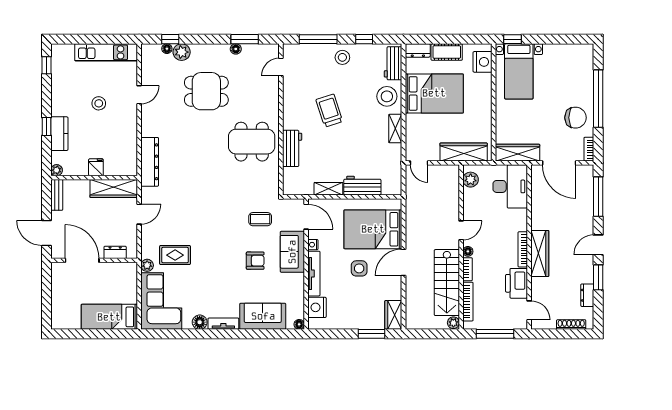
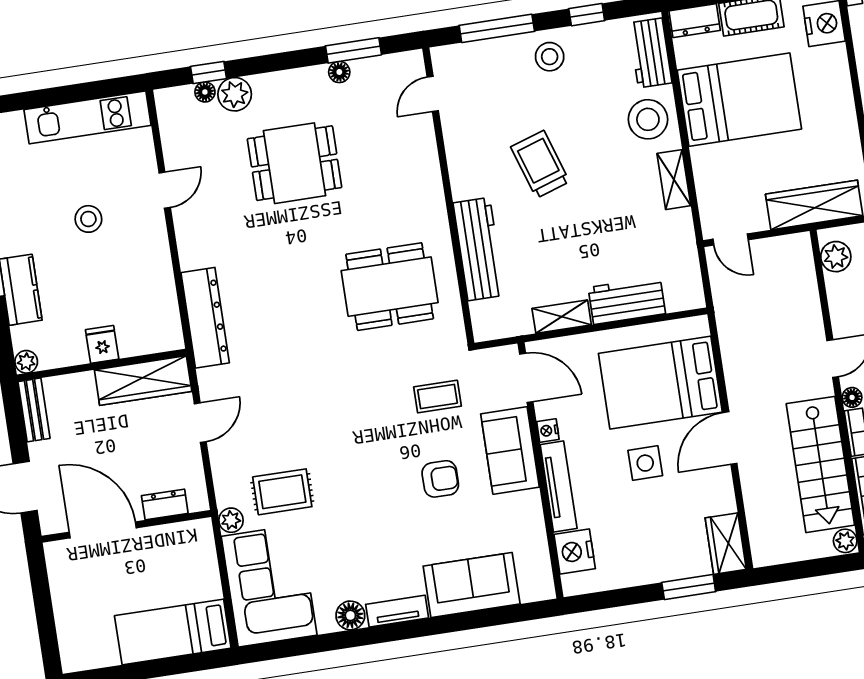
dining table: (252, 142) -> (390, 287), moved
workbench: (292, 148) -> (479, 249), width x1.37
floor lamp: (299, 324) -> (545, 590), removed

